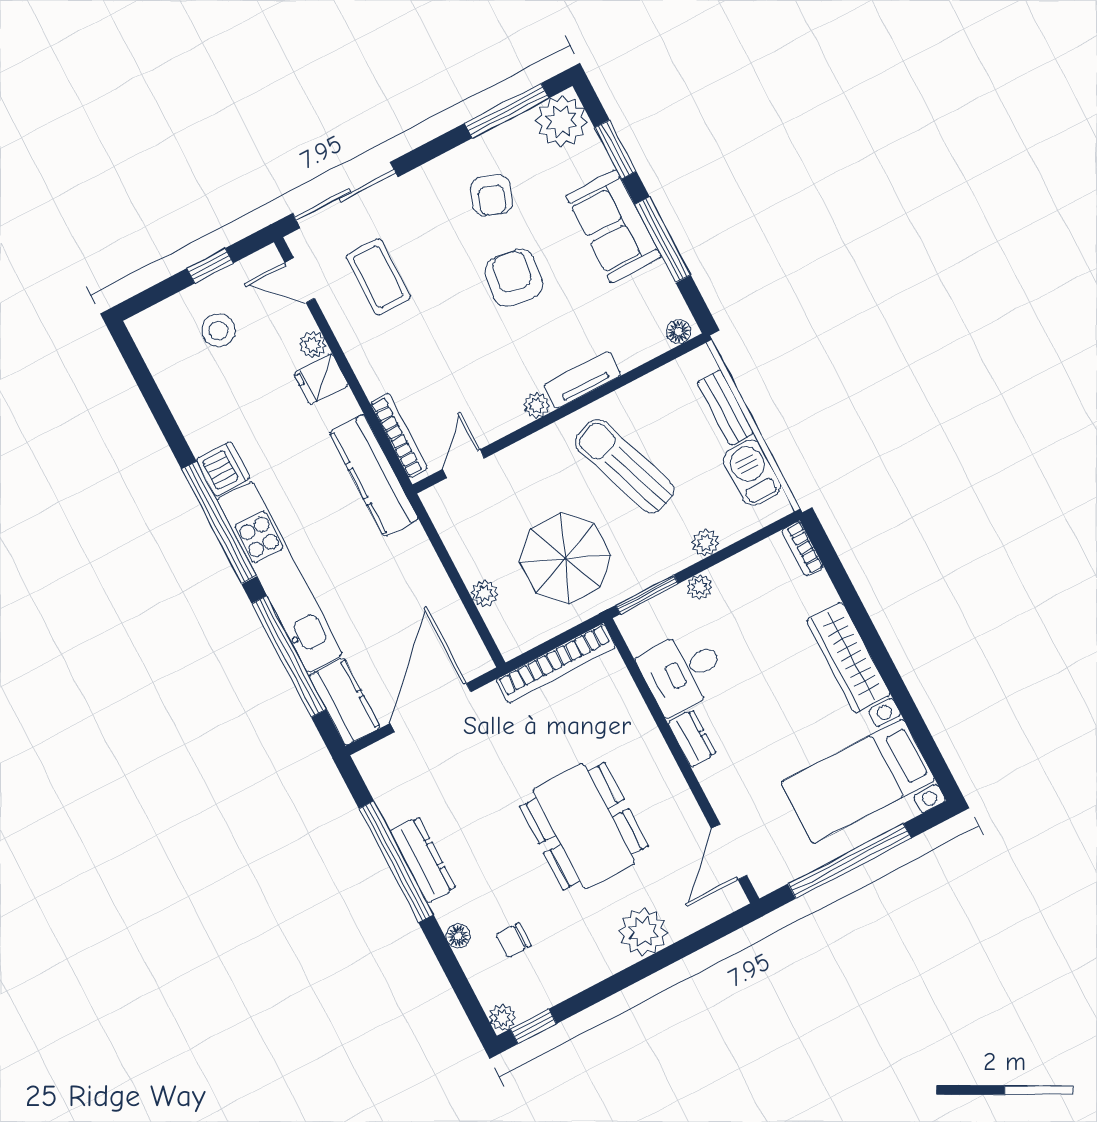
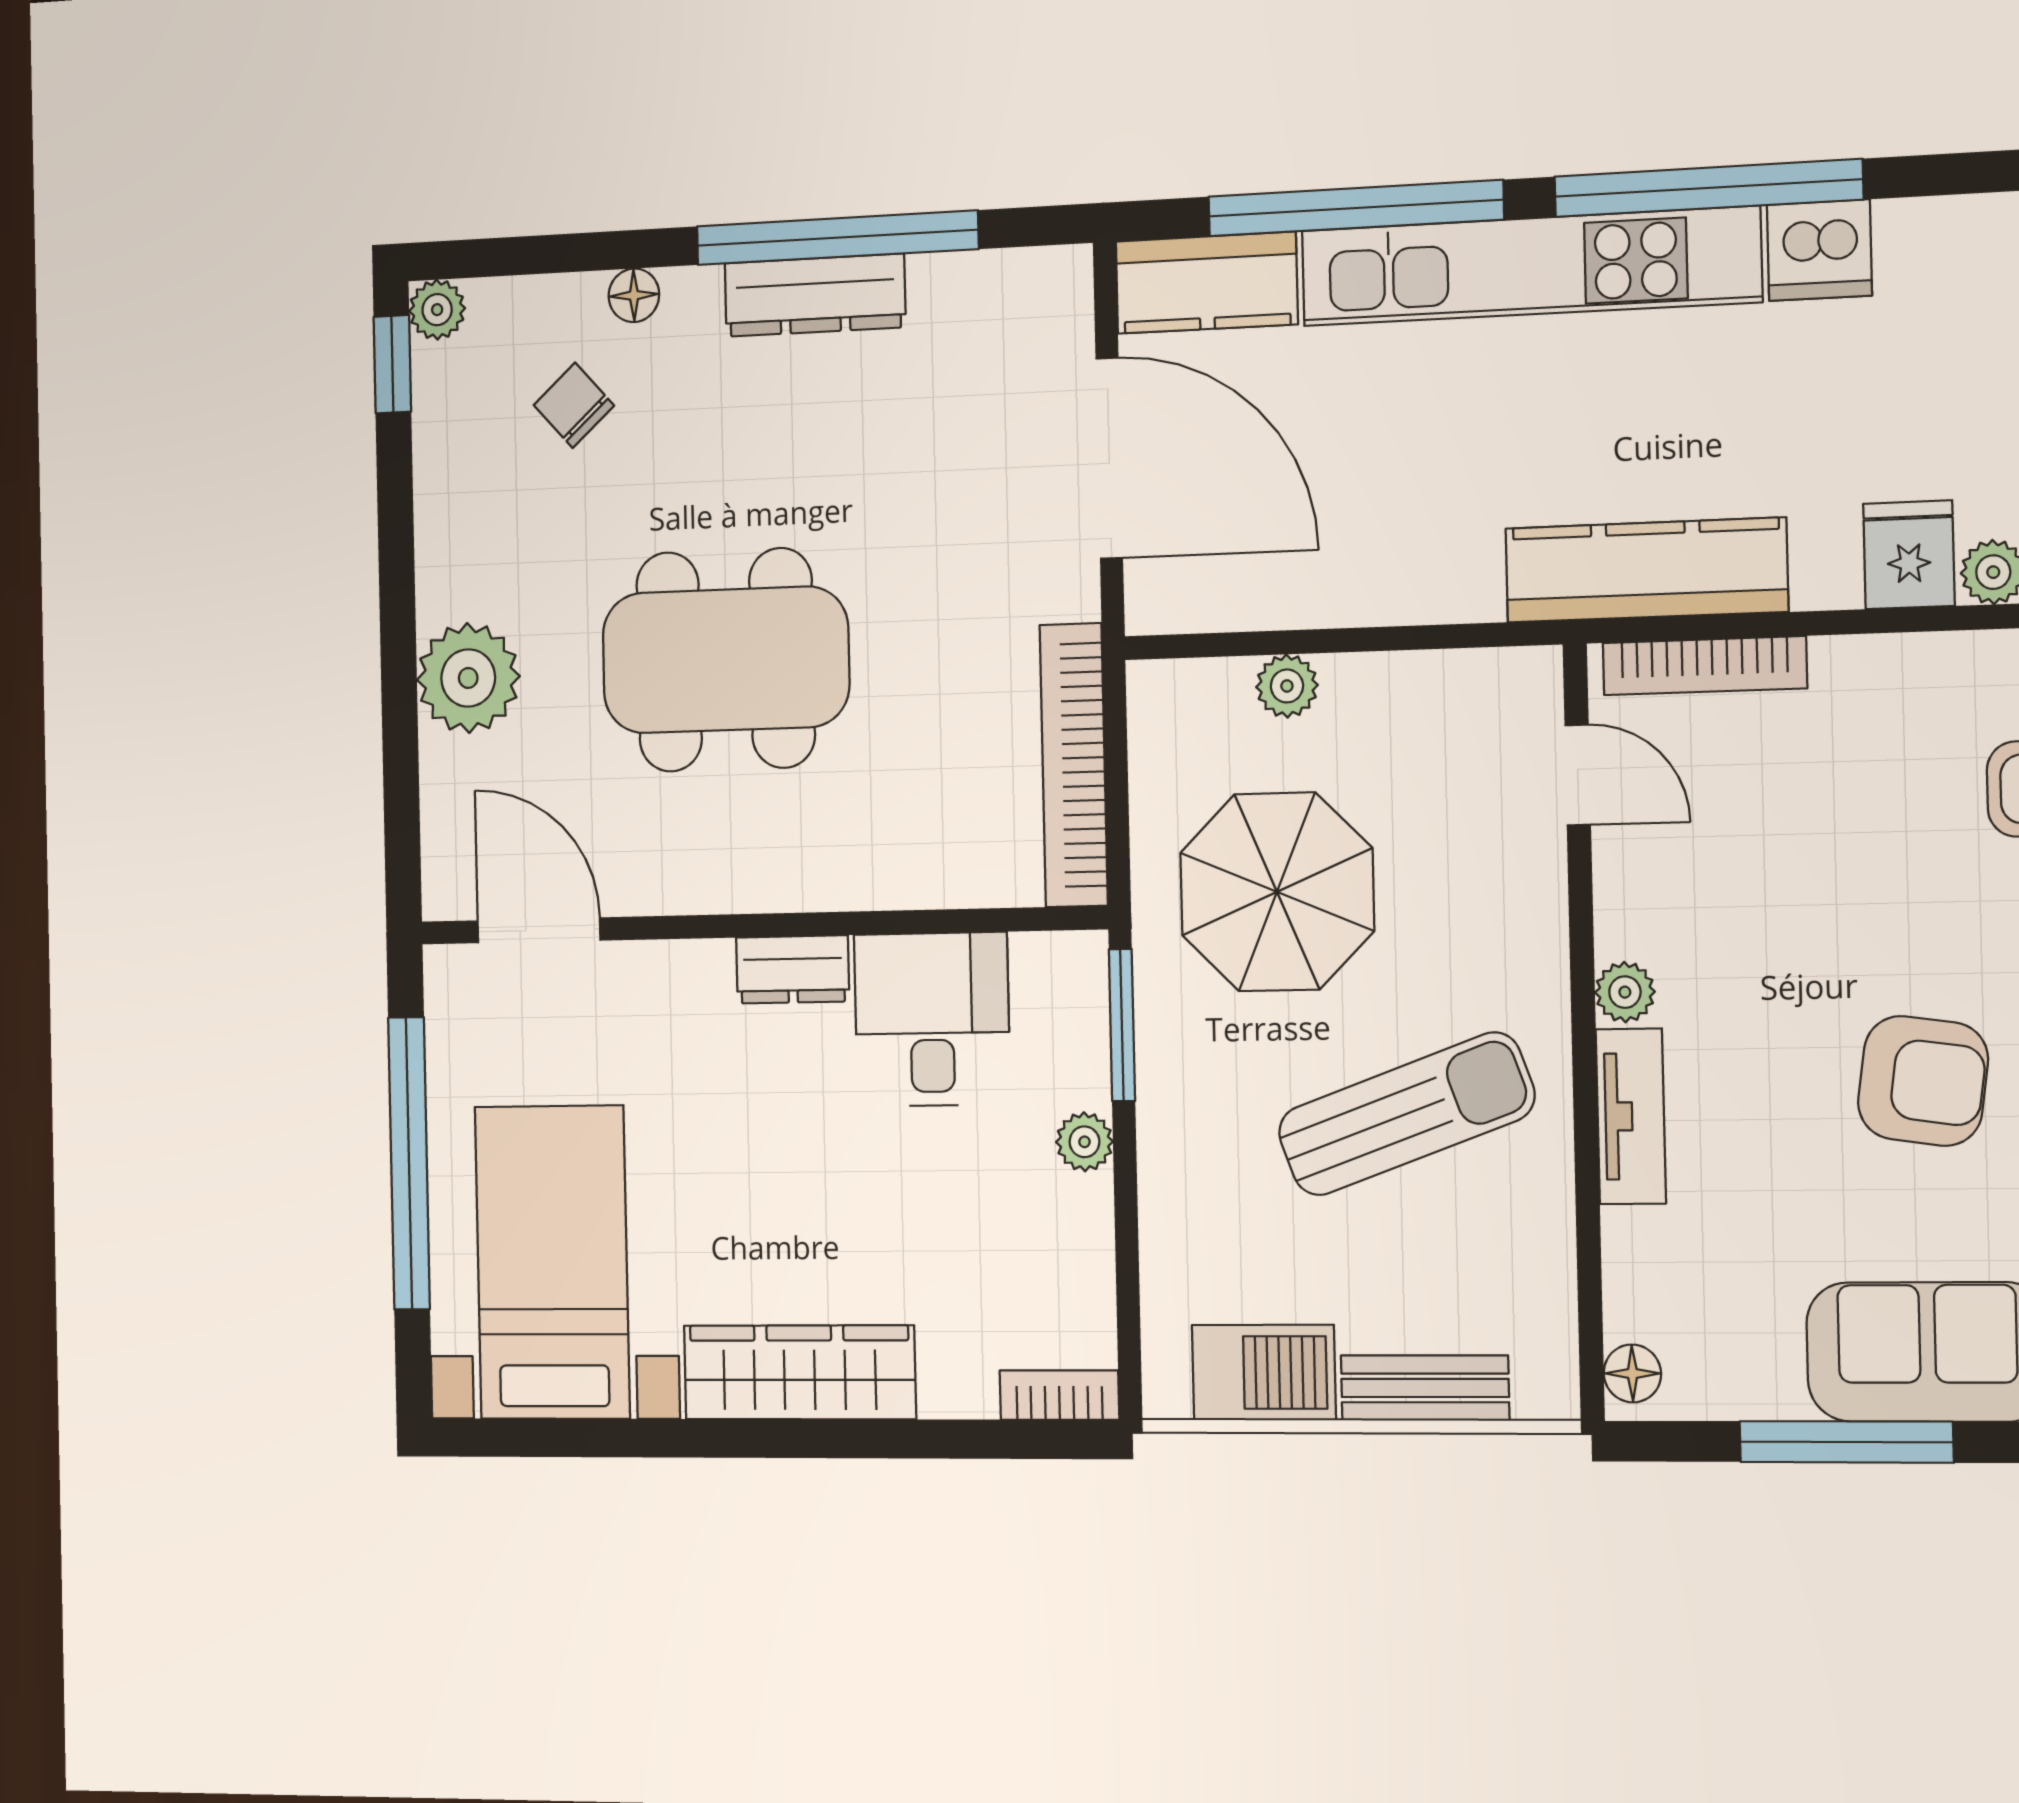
plant: (705, 543) -> (1168, 1201), removed
chair: (513, 940) -> (574, 405), turned -42

